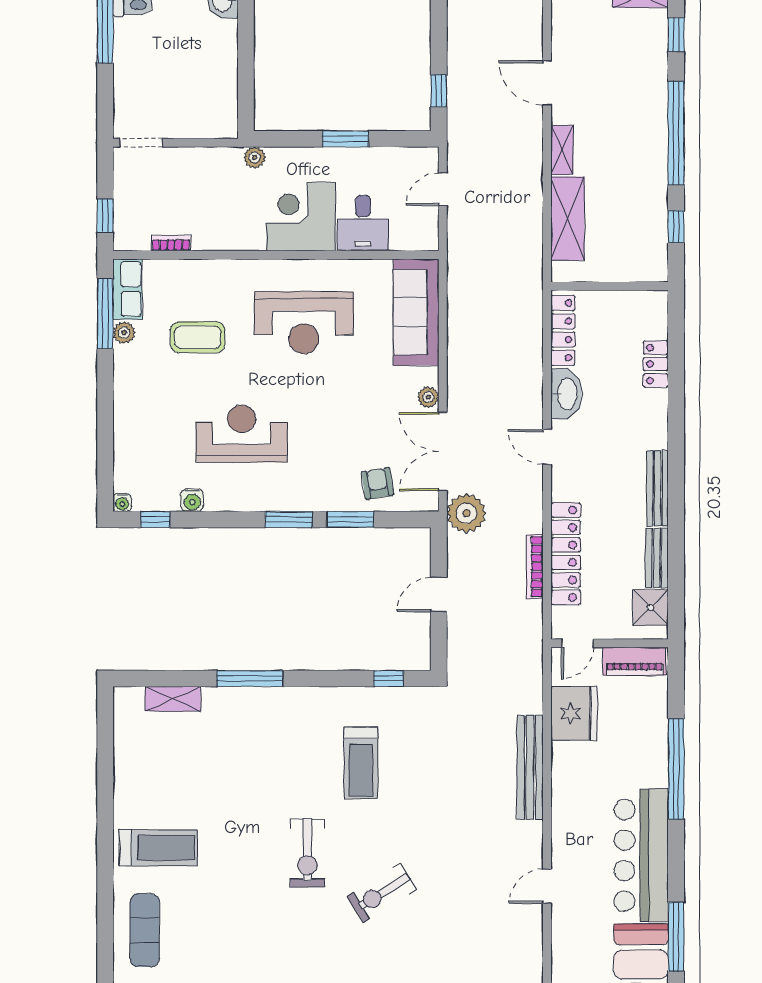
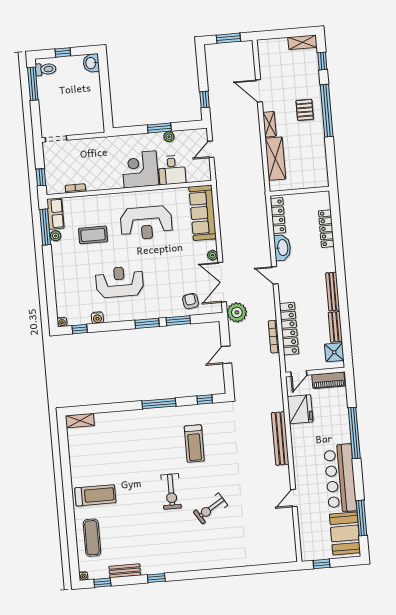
pallet: (633, 128) -> (305, 110), added
plant: (255, 157) -> (169, 137), moved
window: (676, 227) -> (331, 158), removed
locker: (656, 364) -> (326, 229), width x1.53
window: (250, 678) -> (159, 403), moved
shelving: (173, 699) -> (80, 421), moved

